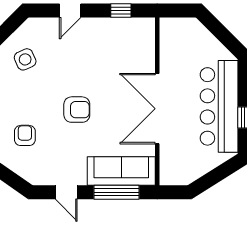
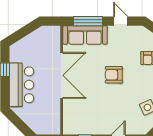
bar counter: (219, 106) -> (22, 85), width x0.73

